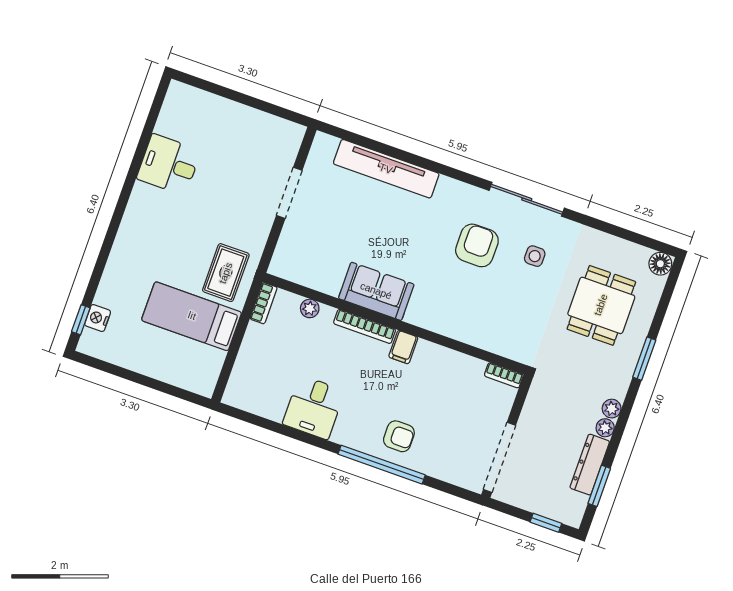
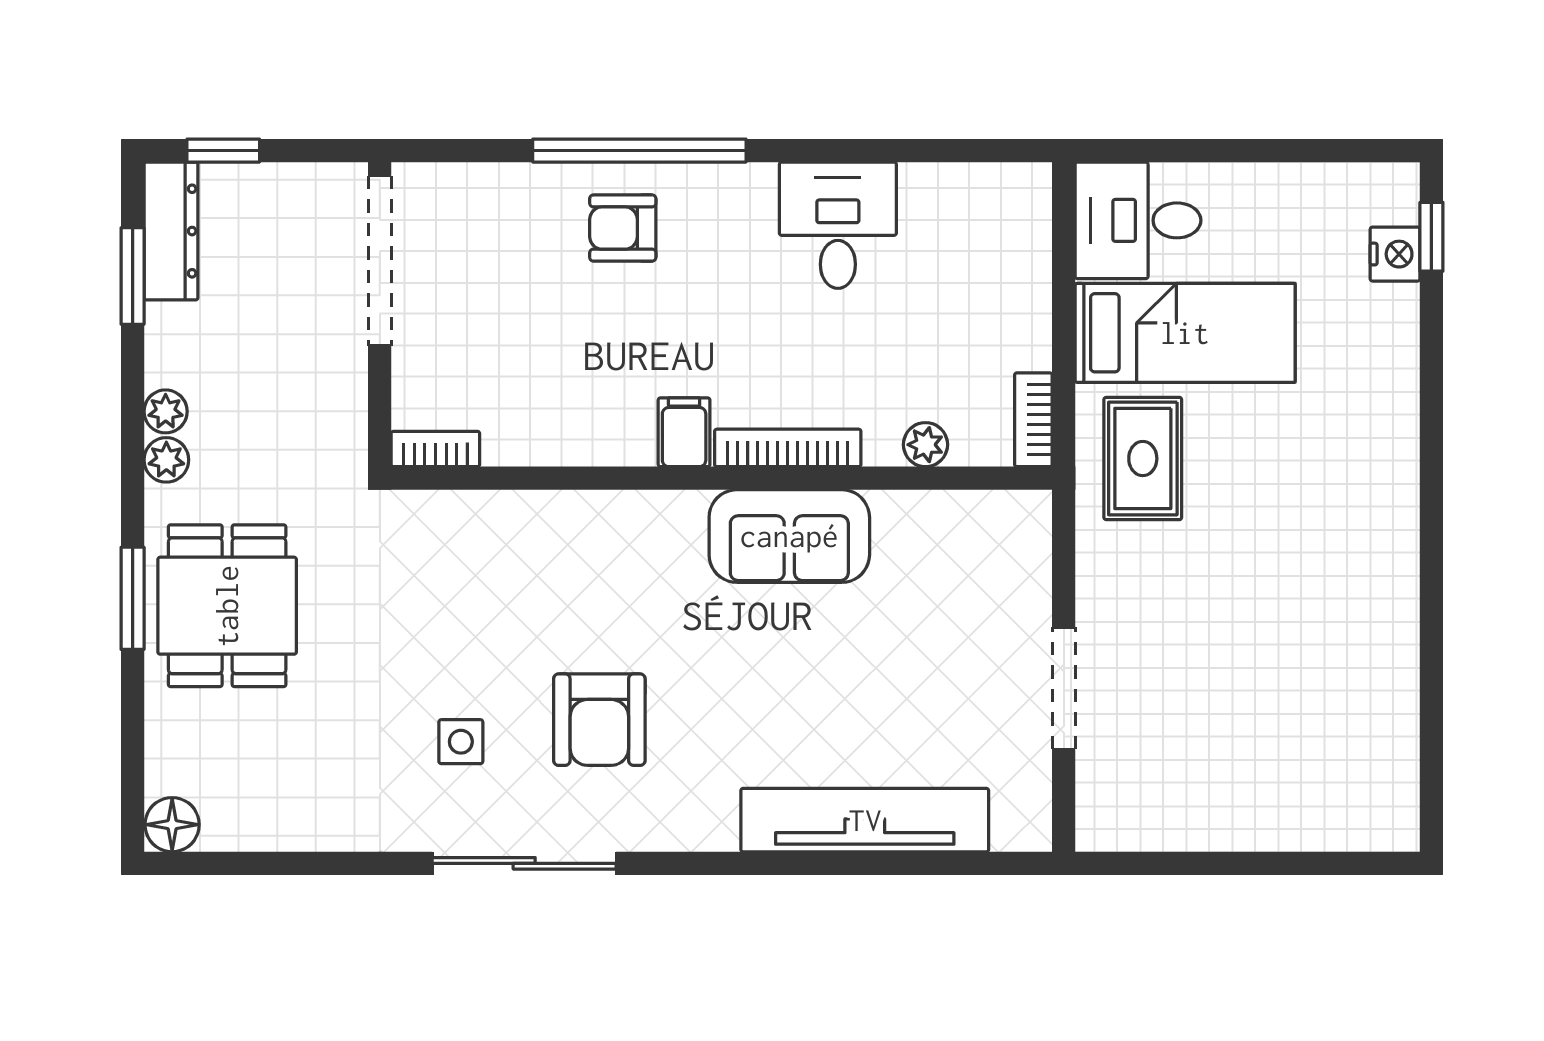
desk: (169, 165) -> (1138, 220), moved, turned 180
dining table: (601, 305) -> (227, 606), moved
dresser: (590, 465) -> (171, 231), moved

